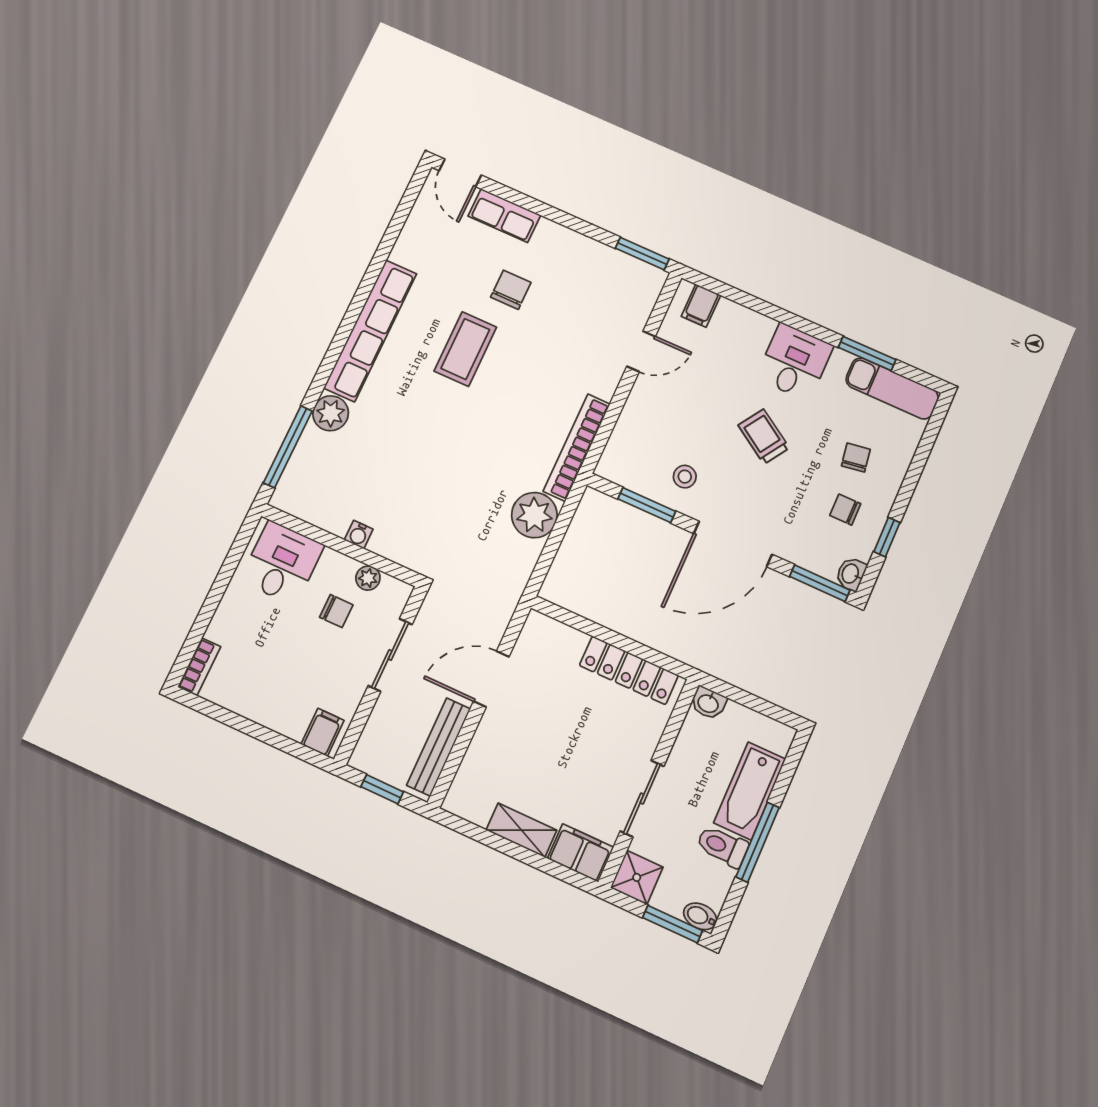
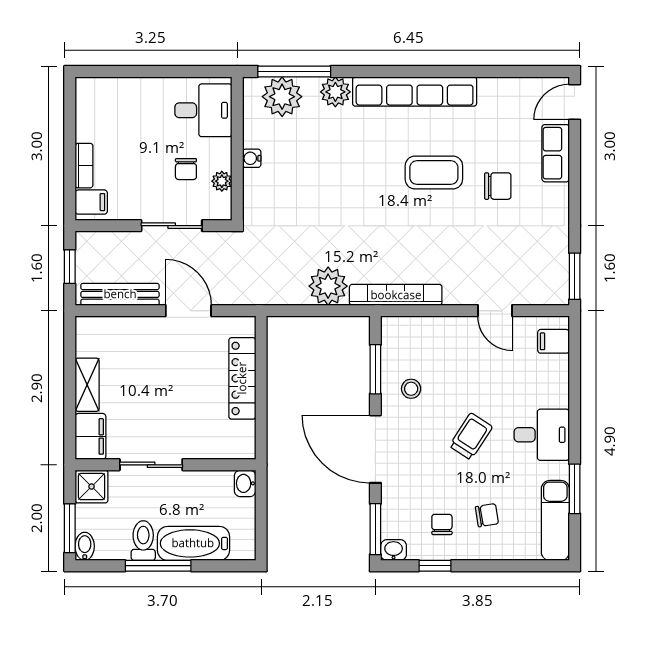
plant: (308, 472) -> (282, 97), added
bookcase: (199, 667) -> (84, 166), moved, turned -90
locker: (629, 670) -> (242, 378), moved

